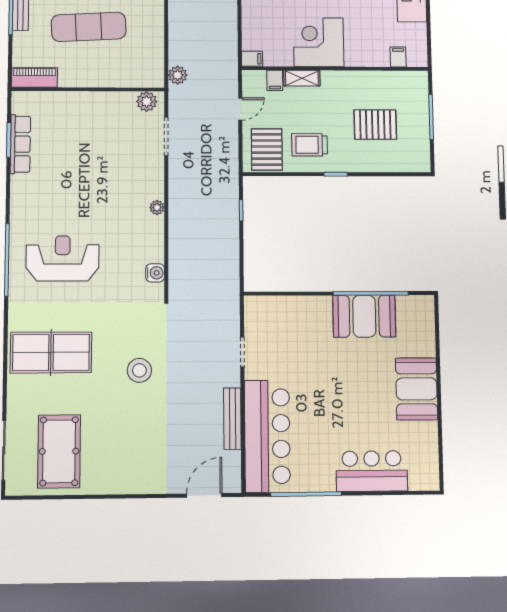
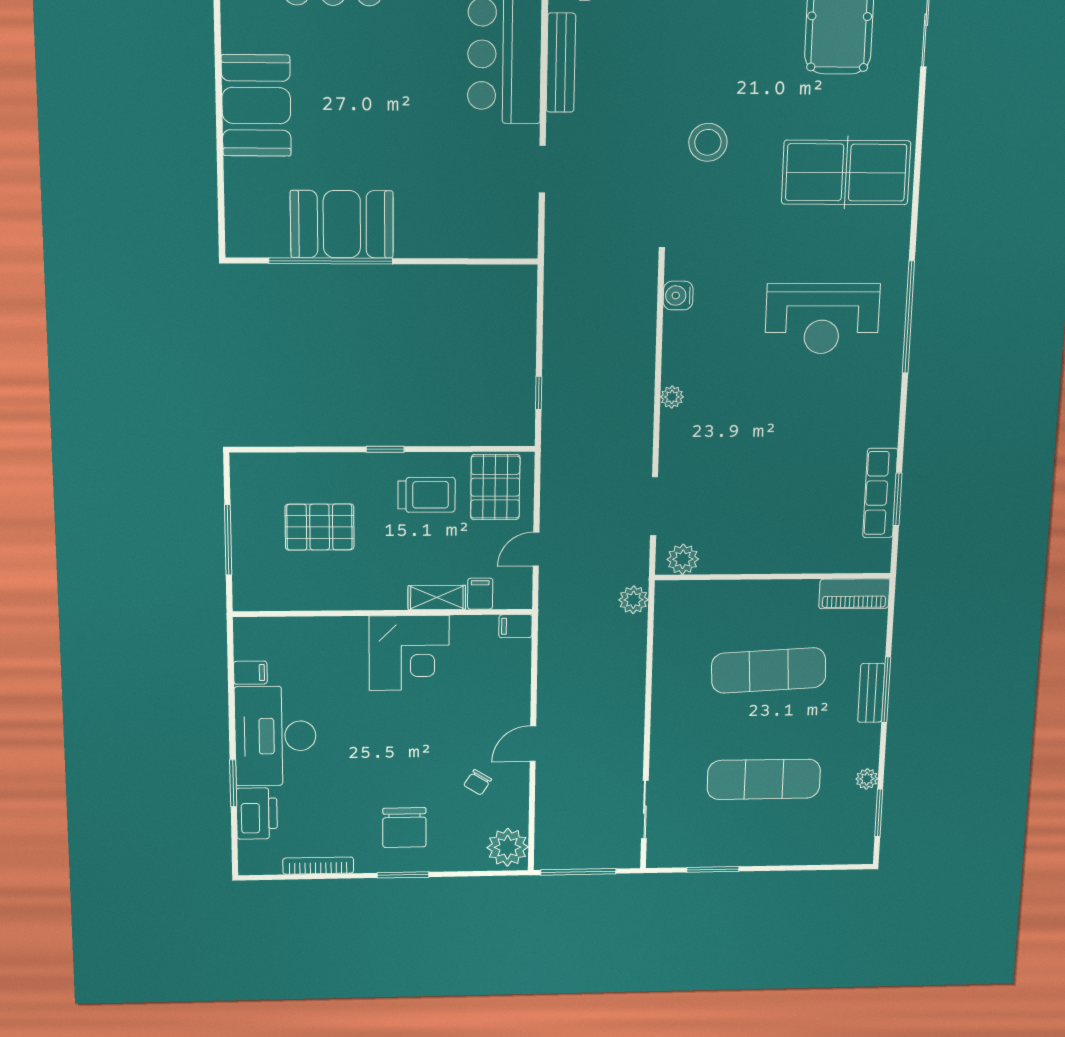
filing cabinet: (398, 57) -> (250, 673), moved, turned -90

